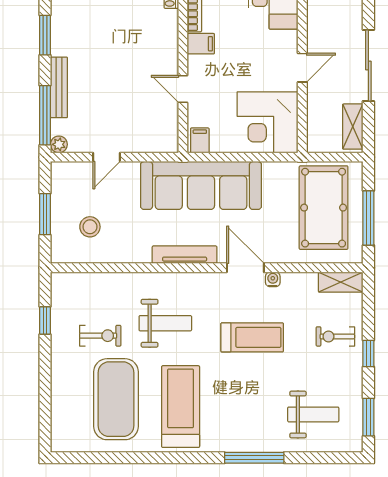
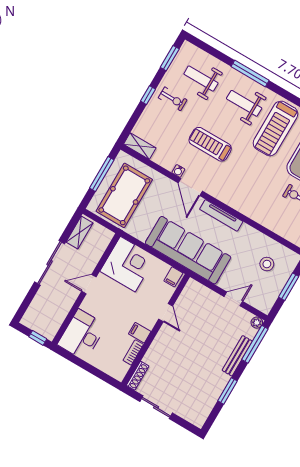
weight bench: (165, 323) -> (244, 103), moved
exercise bike: (335, 336) -> (173, 99), moved

